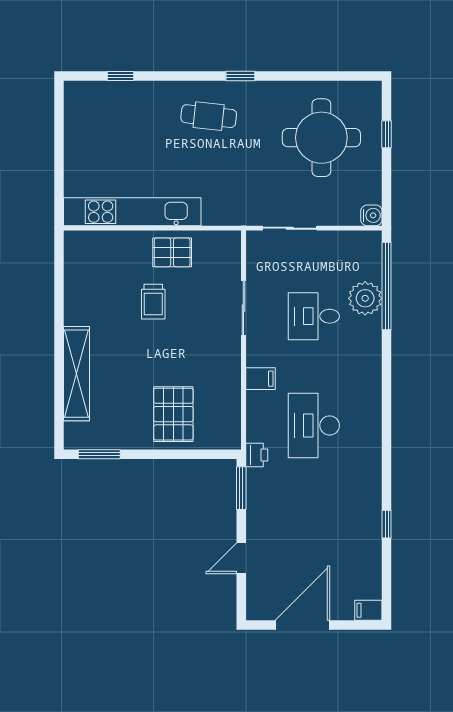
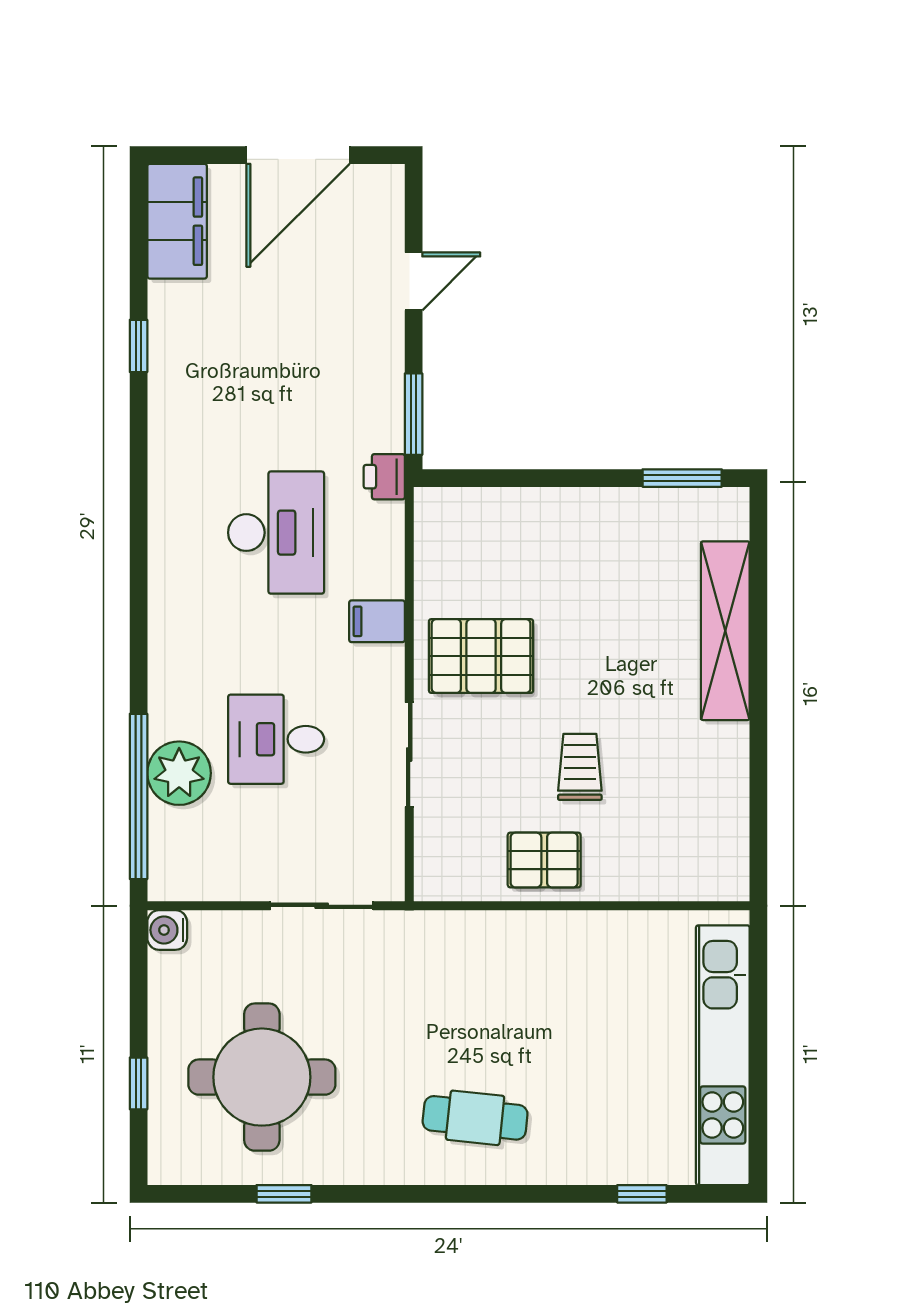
window: (240, 76) -> (284, 1194), moved
kitchen unit: (132, 212) -> (723, 1055), moved, turned 90
desk: (314, 316) -> (276, 739), turned 180
pallet: (173, 414) -> (481, 656), moved, turned 90
filing cabinet: (368, 610) -> (177, 221), width x3.00, depth x1.17

